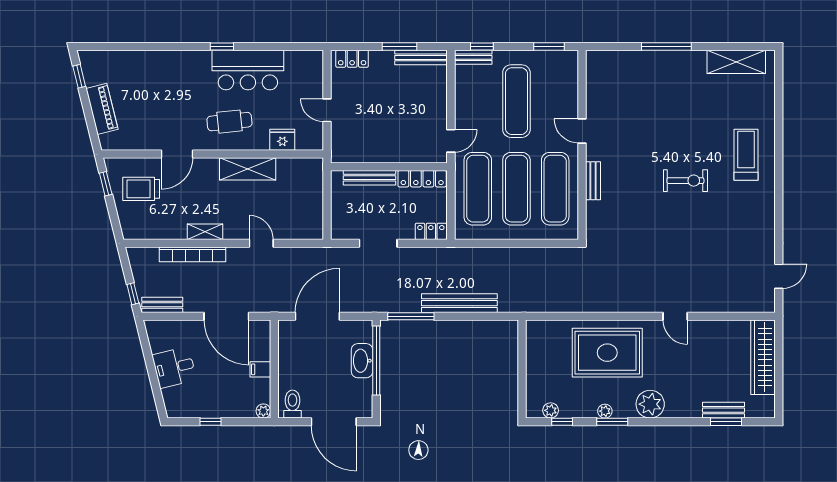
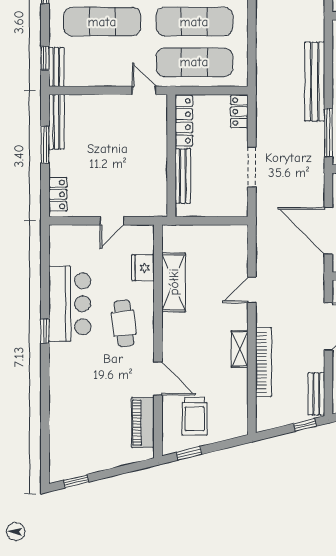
piano: (102, 109) -> (143, 423), moved, turned -76
shelving: (248, 169) -> (174, 282), moved

